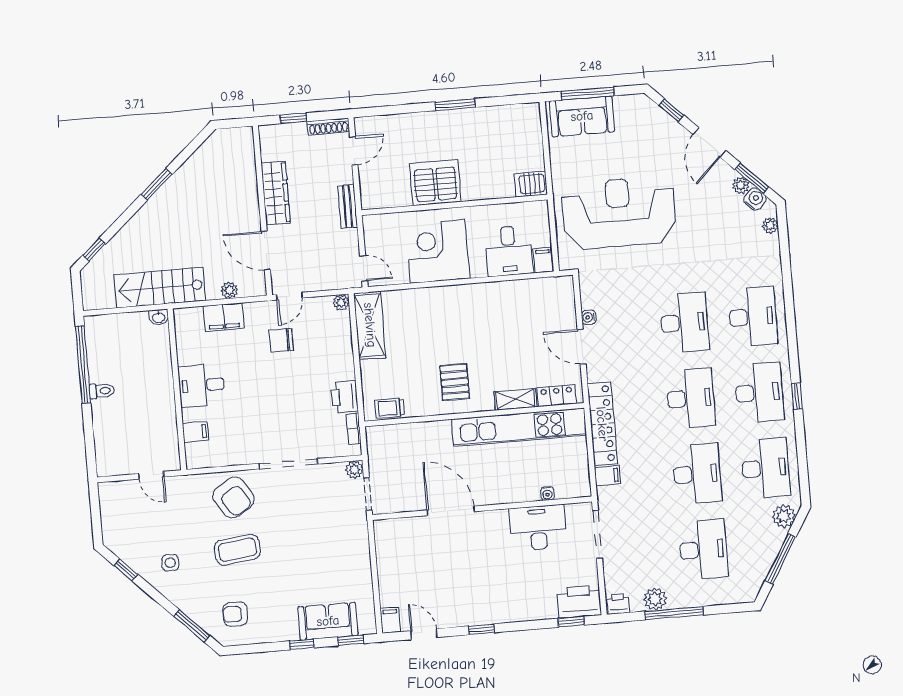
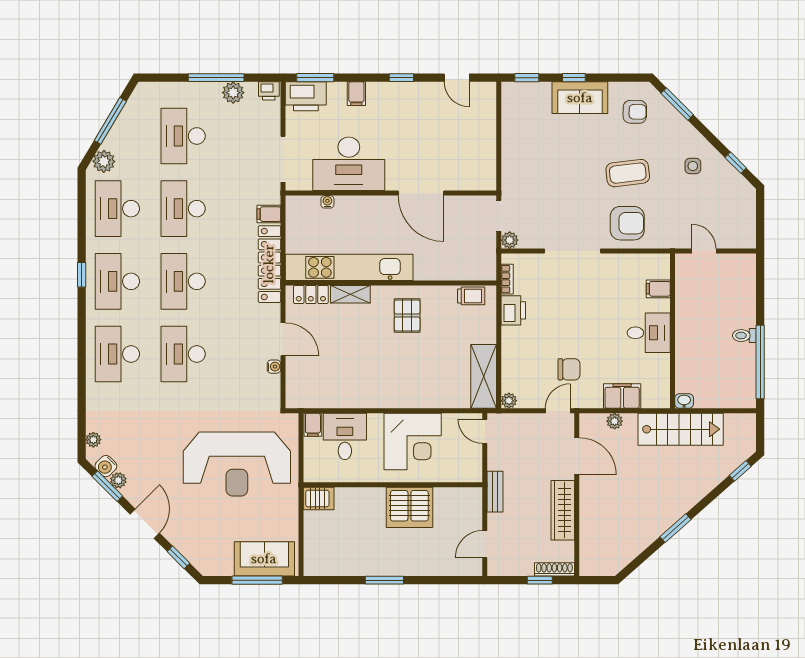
shoe rack: (328, 127) -> (554, 569), moved
armchair: (233, 497) -> (627, 223), turned 122
desk: (538, 528) -> (349, 164), width x1.36, depth x1.30
filing cabinet: (390, 620) -> (356, 94), moved
sofa: (328, 621) -> (580, 98), moved
window: (571, 622) -> (315, 78), width x1.50

